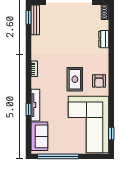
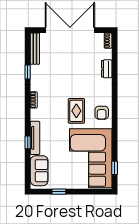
window: (28, 17) -> (28, 72), moved
window: (58, 156) -> (59, 192), width x0.32

